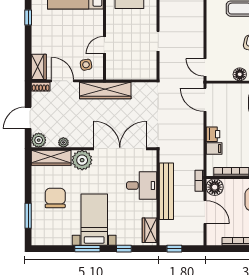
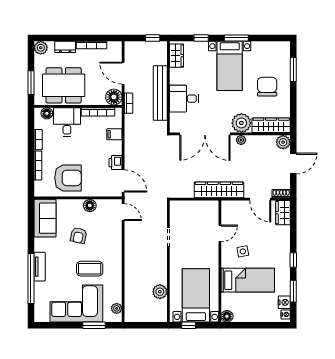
side table: (86, 65) -> (243, 251), moved
printer: (213, 134) -> (115, 163), moved
plant: (63, 142) -> (241, 140), moved
chair: (55, 198) -> (267, 87), turned 180

